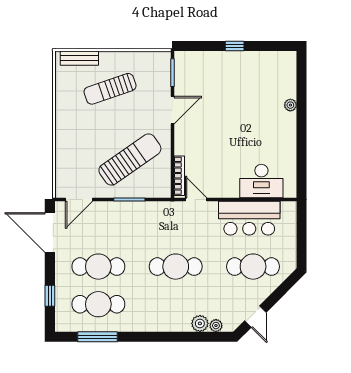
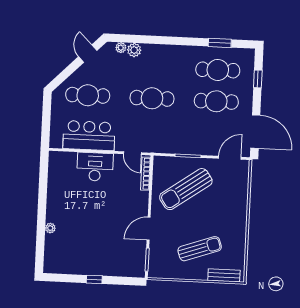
desk: (261, 181) -> (95, 167), moved
window: (98, 337) -> (220, 43), width x0.69

